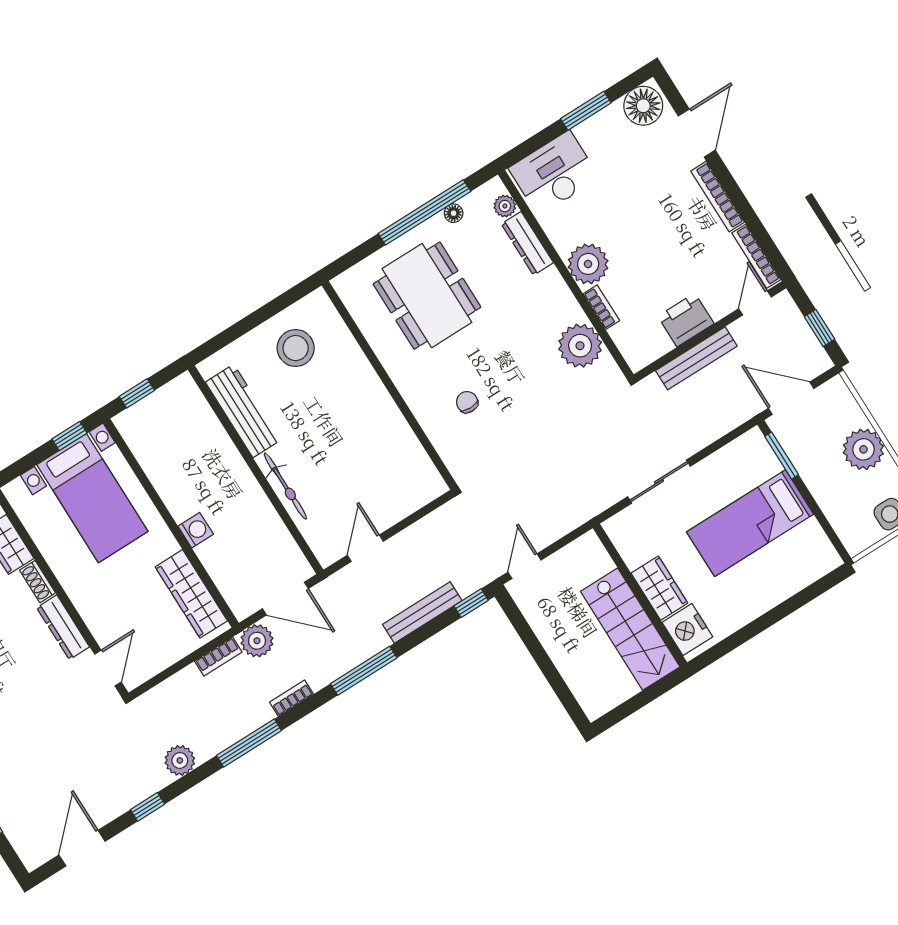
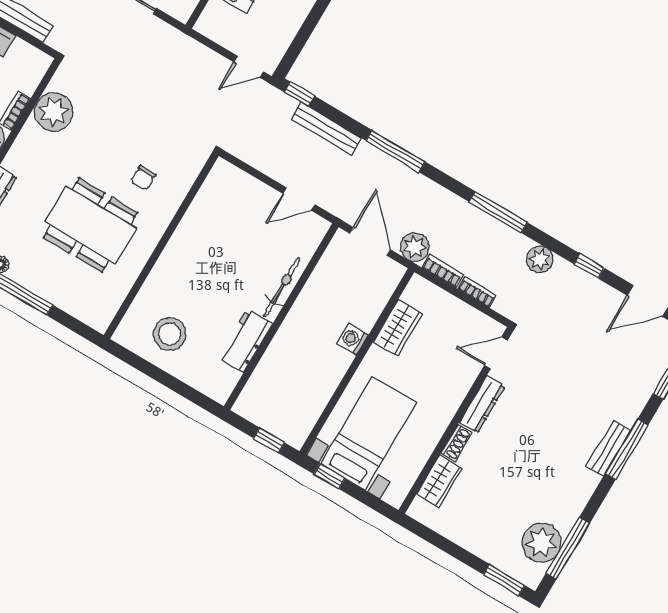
dining table: (427, 296) -> (90, 225), moved, turned 90
workbench: (243, 411) -> (245, 341), width x0.73
wardrobe: (191, 594) -> (398, 328), width x0.67
bookcase: (292, 698) -> (477, 292), moved, turned 180

